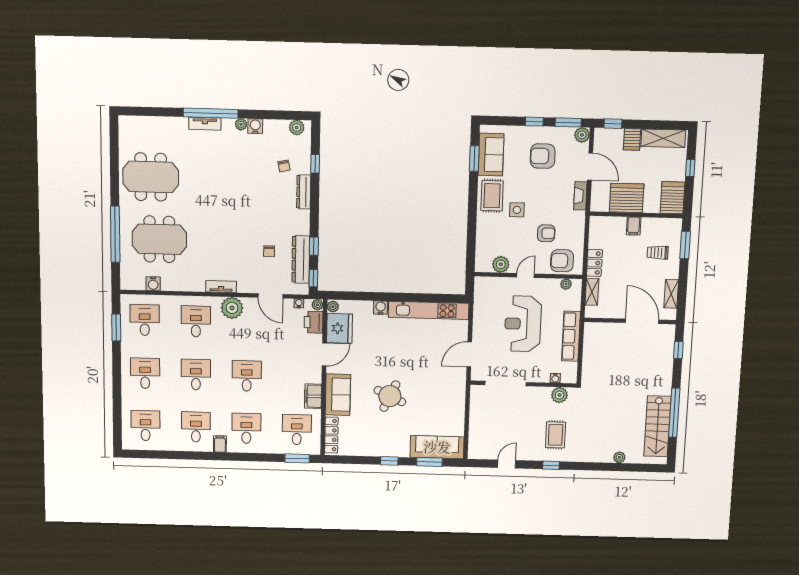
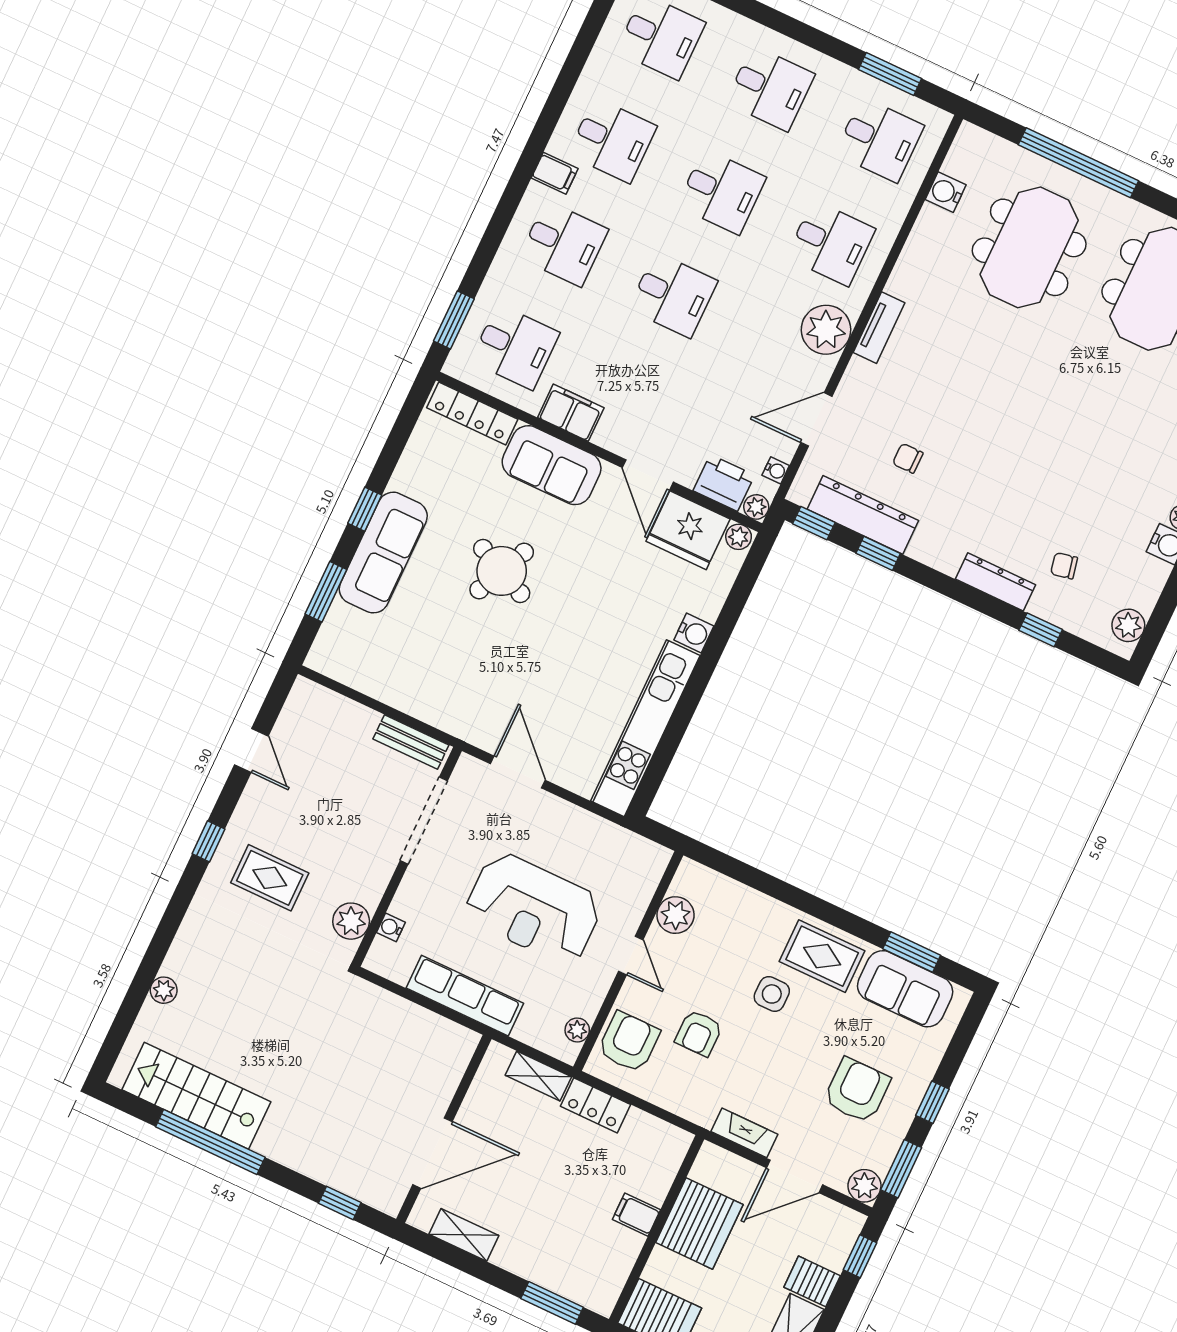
trolley: (658, 253) -> (561, 1241), removed
reception desk: (523, 324) -> (534, 908), turned 180
bench: (476, 402) -> (411, 742), added
sofa: (437, 447) -> (383, 553), moved

